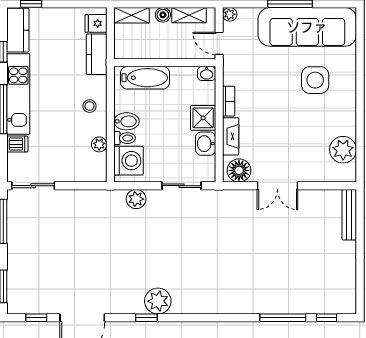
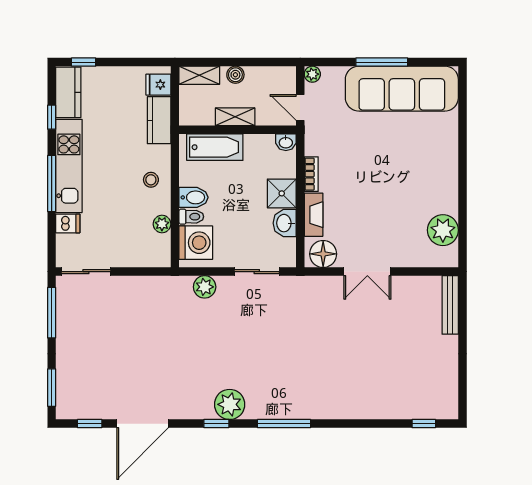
shelving: (189, 15) -> (235, 117), moved
side table: (315, 80) -> (411, 150), removed
window: (283, 318) -> (284, 424), moved

